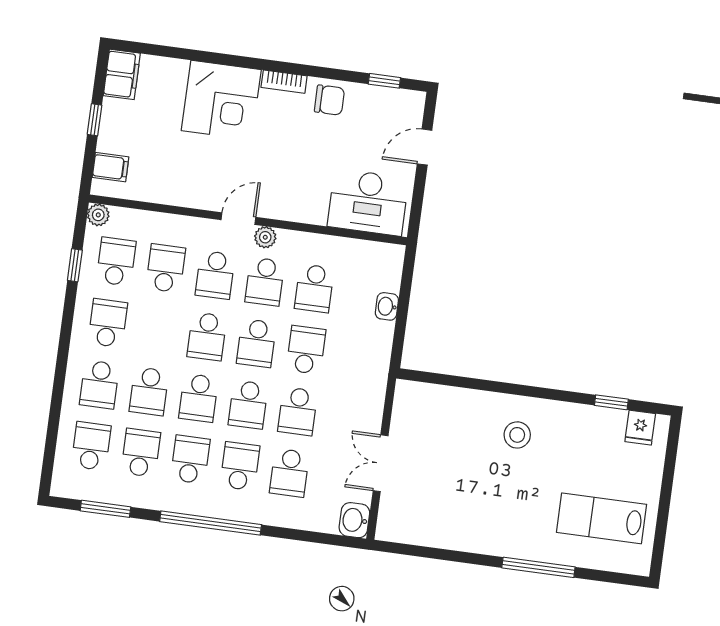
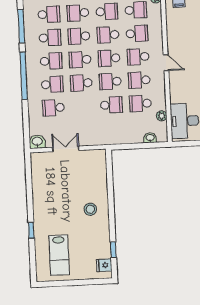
plant: (265, 237) -> (162, 116), moved
washbasin: (387, 306) -> (150, 138), moved
school desk: (298, 411) -> (108, 35), moved
window: (105, 509) -> (21, 26), width x1.44
lab bench: (602, 518) -> (59, 255), turned 180
window: (538, 567) -> (31, 230), width x0.46

